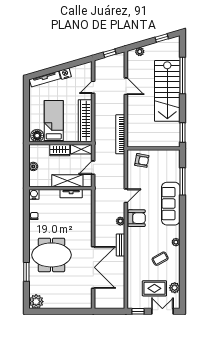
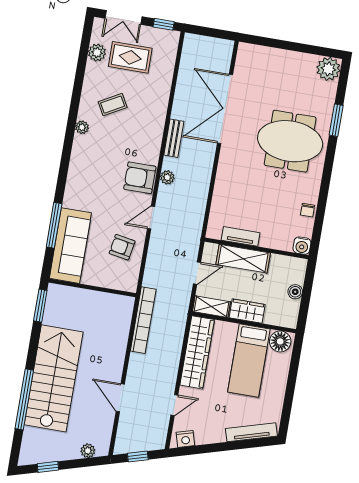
nightstand: (65, 74) -> (185, 439), moved
armchair: (142, 160) -> (122, 247), moved
sofa: (171, 204) -> (70, 246), moved

